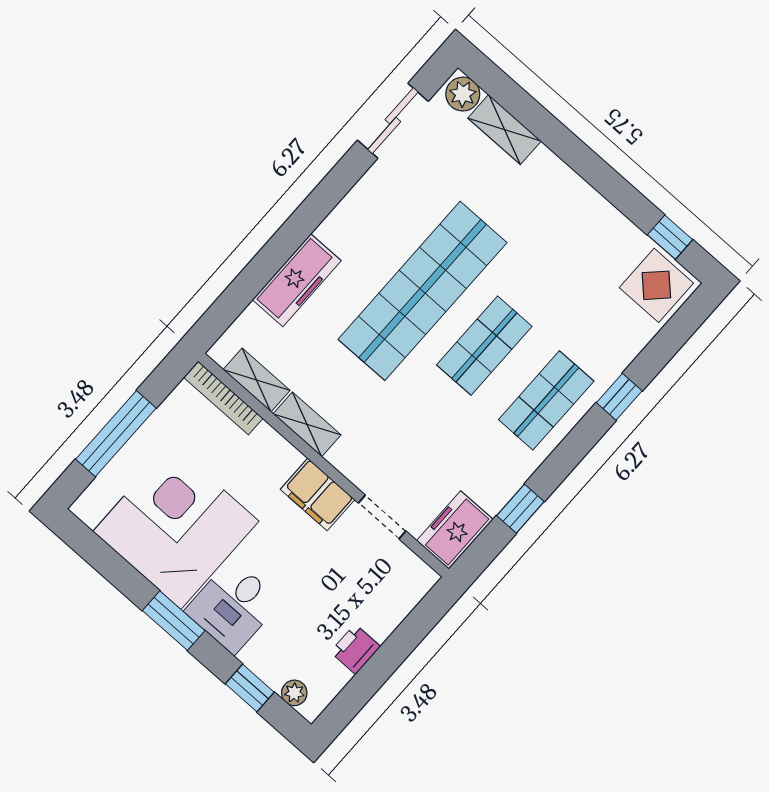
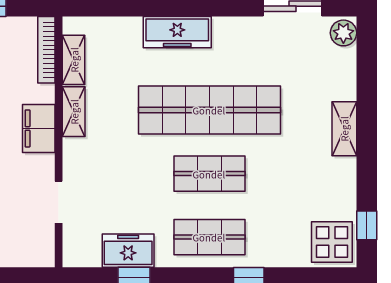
shelving: (505, 130) -> (344, 129), moved
freezer: (297, 280) -> (177, 32), moved
filing cabinet: (318, 494) -> (39, 128), moved
freezer: (455, 530) -> (128, 251), moved

